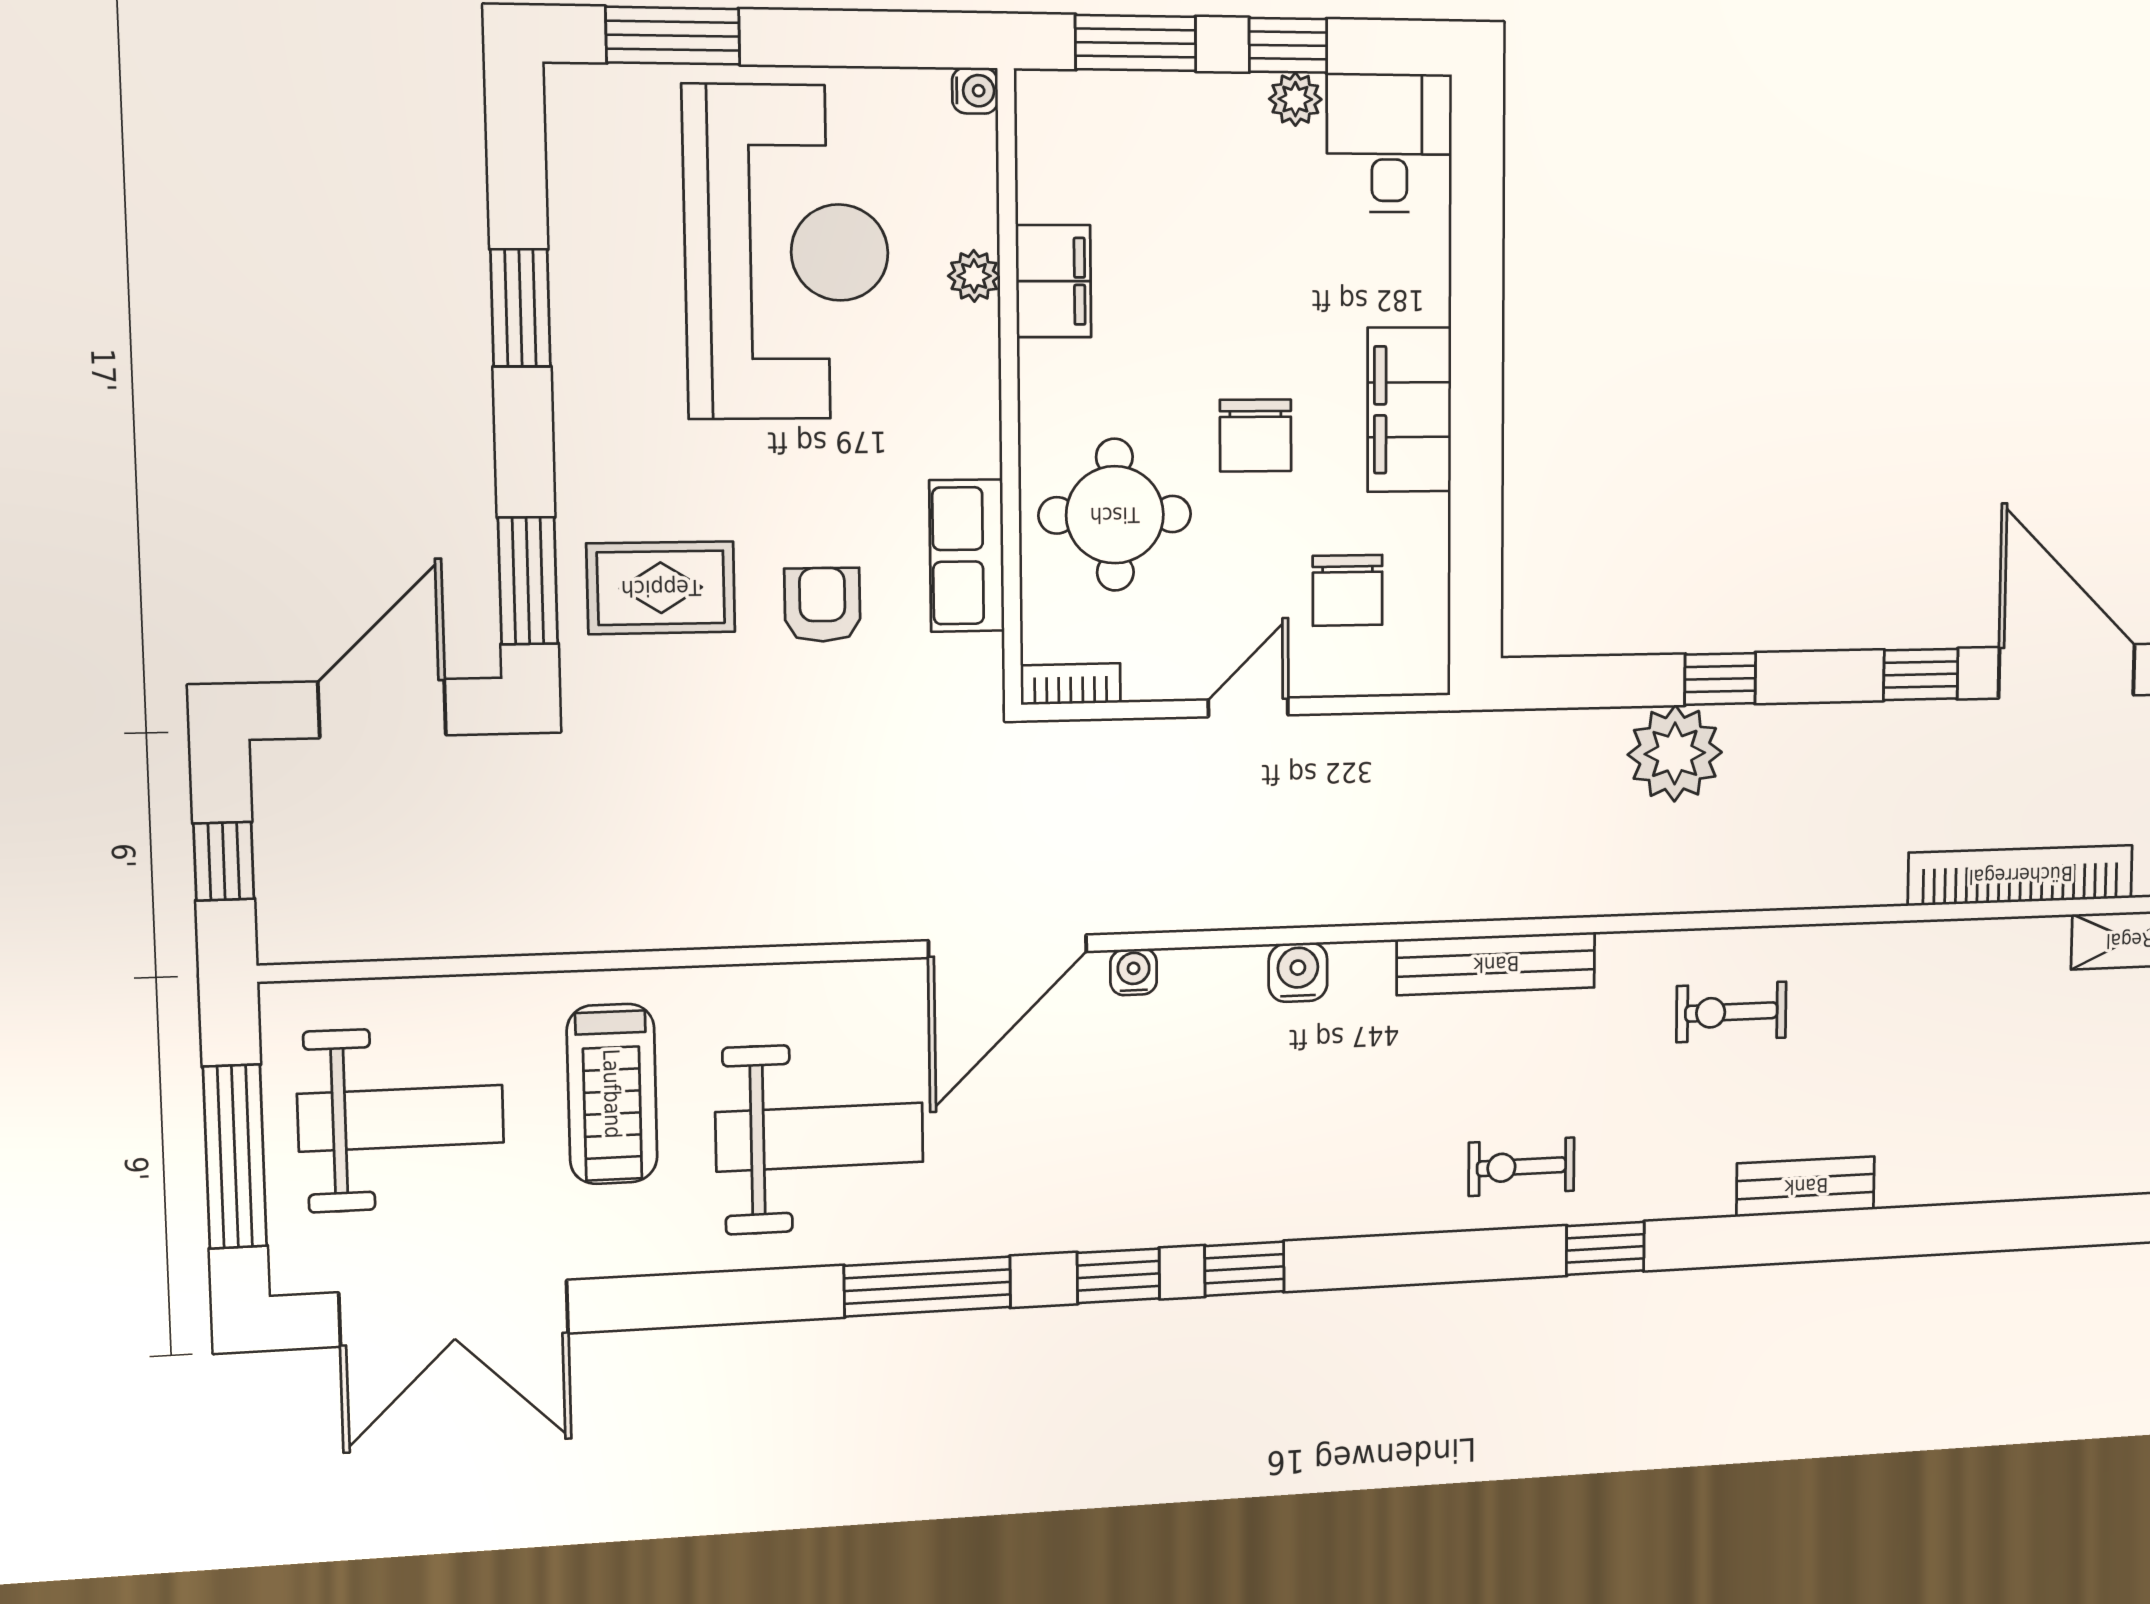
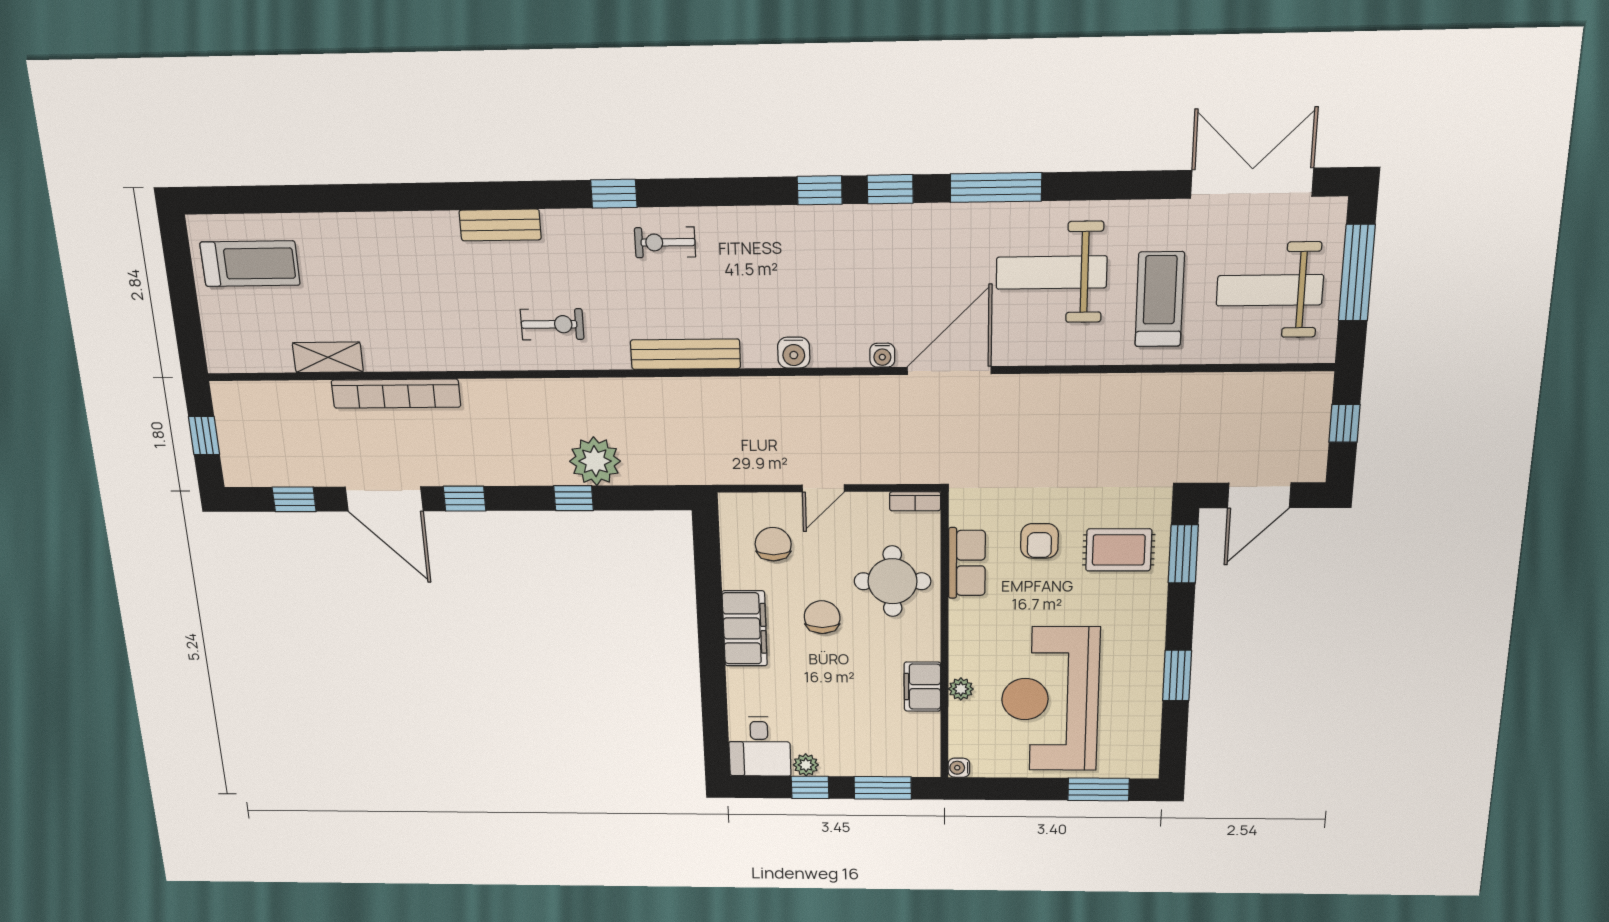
exercise bike: (1521, 1167) -> (665, 242), turned 180

